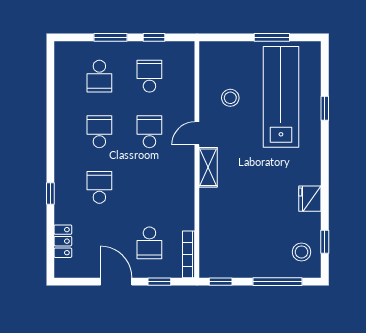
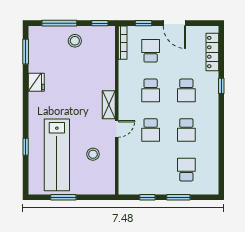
school desk: (149, 76) -> (151, 90), moved
locker: (63, 241) -> (212, 52), width x1.53
window: (325, 242) -> (26, 52), width x1.50
stool: (302, 252) -> (75, 41), moved

